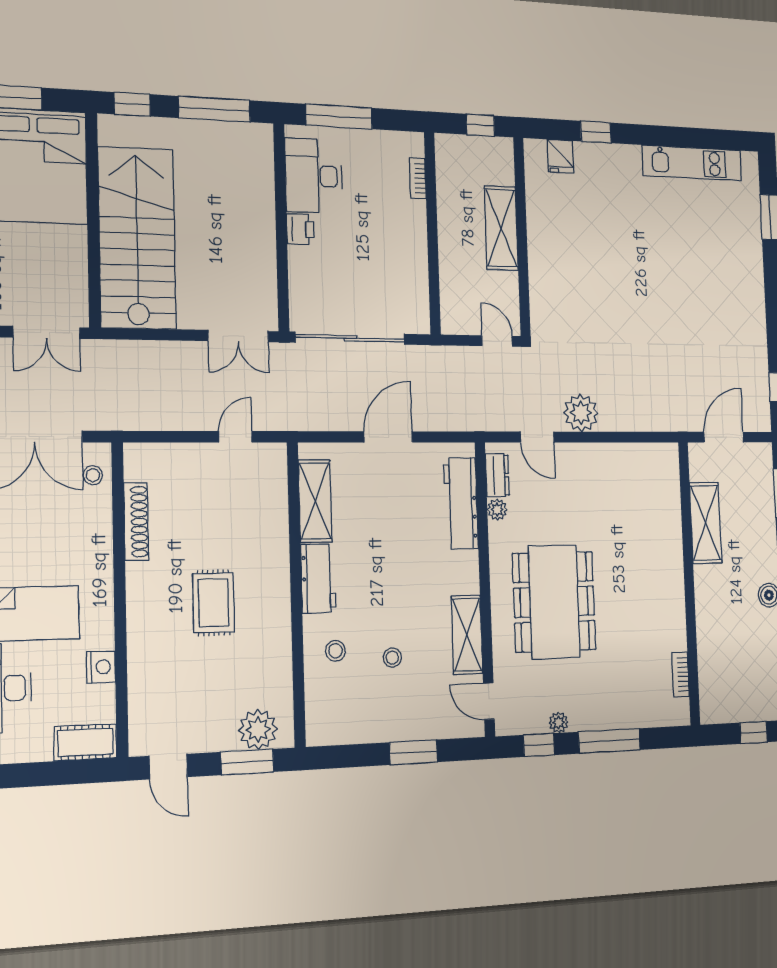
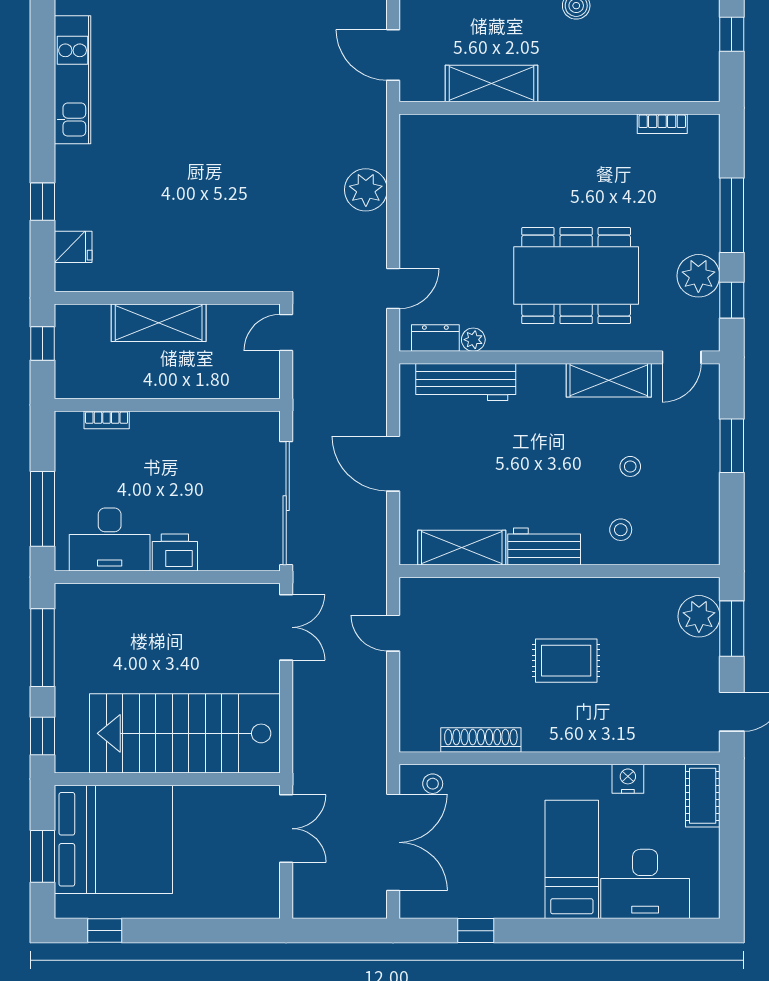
printer: (300, 229) -> (175, 553), width x1.36, depth x1.24
plant: (581, 413) -> (366, 190), moved
plant: (559, 722) -> (698, 276), width x1.88, depth x1.88

